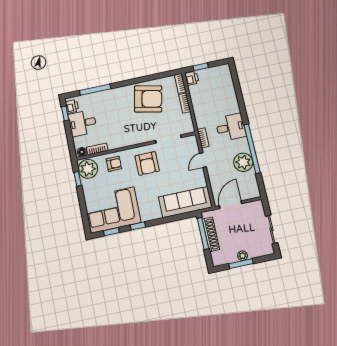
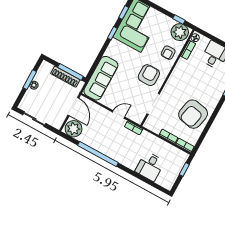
printer: (192, 78) -> (182, 156), removed
desk: (231, 127) -> (150, 166), moved
door: (203, 160) -> (119, 114), hinge flipped
plant: (243, 162) -> (74, 129), moved
armchair: (147, 163) -> (149, 75), turned 90

